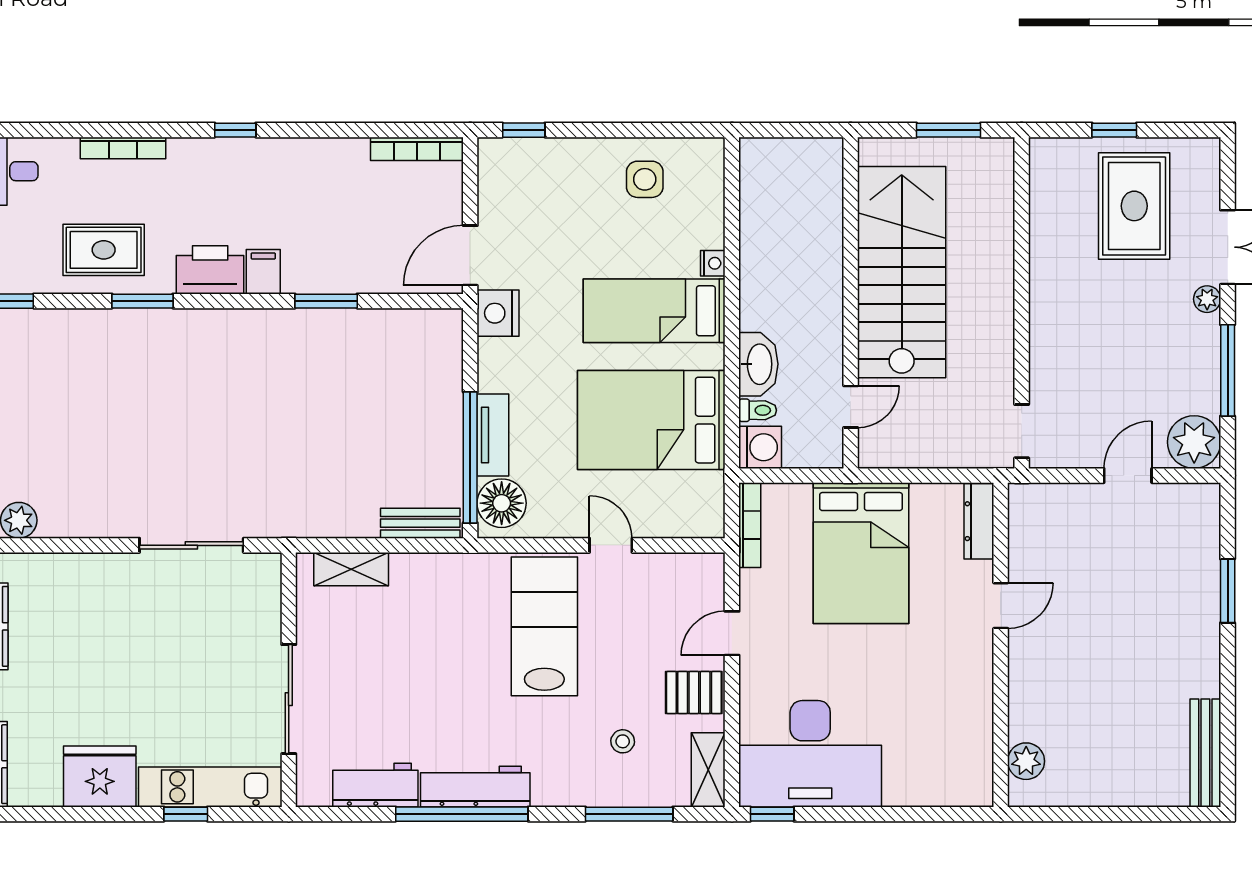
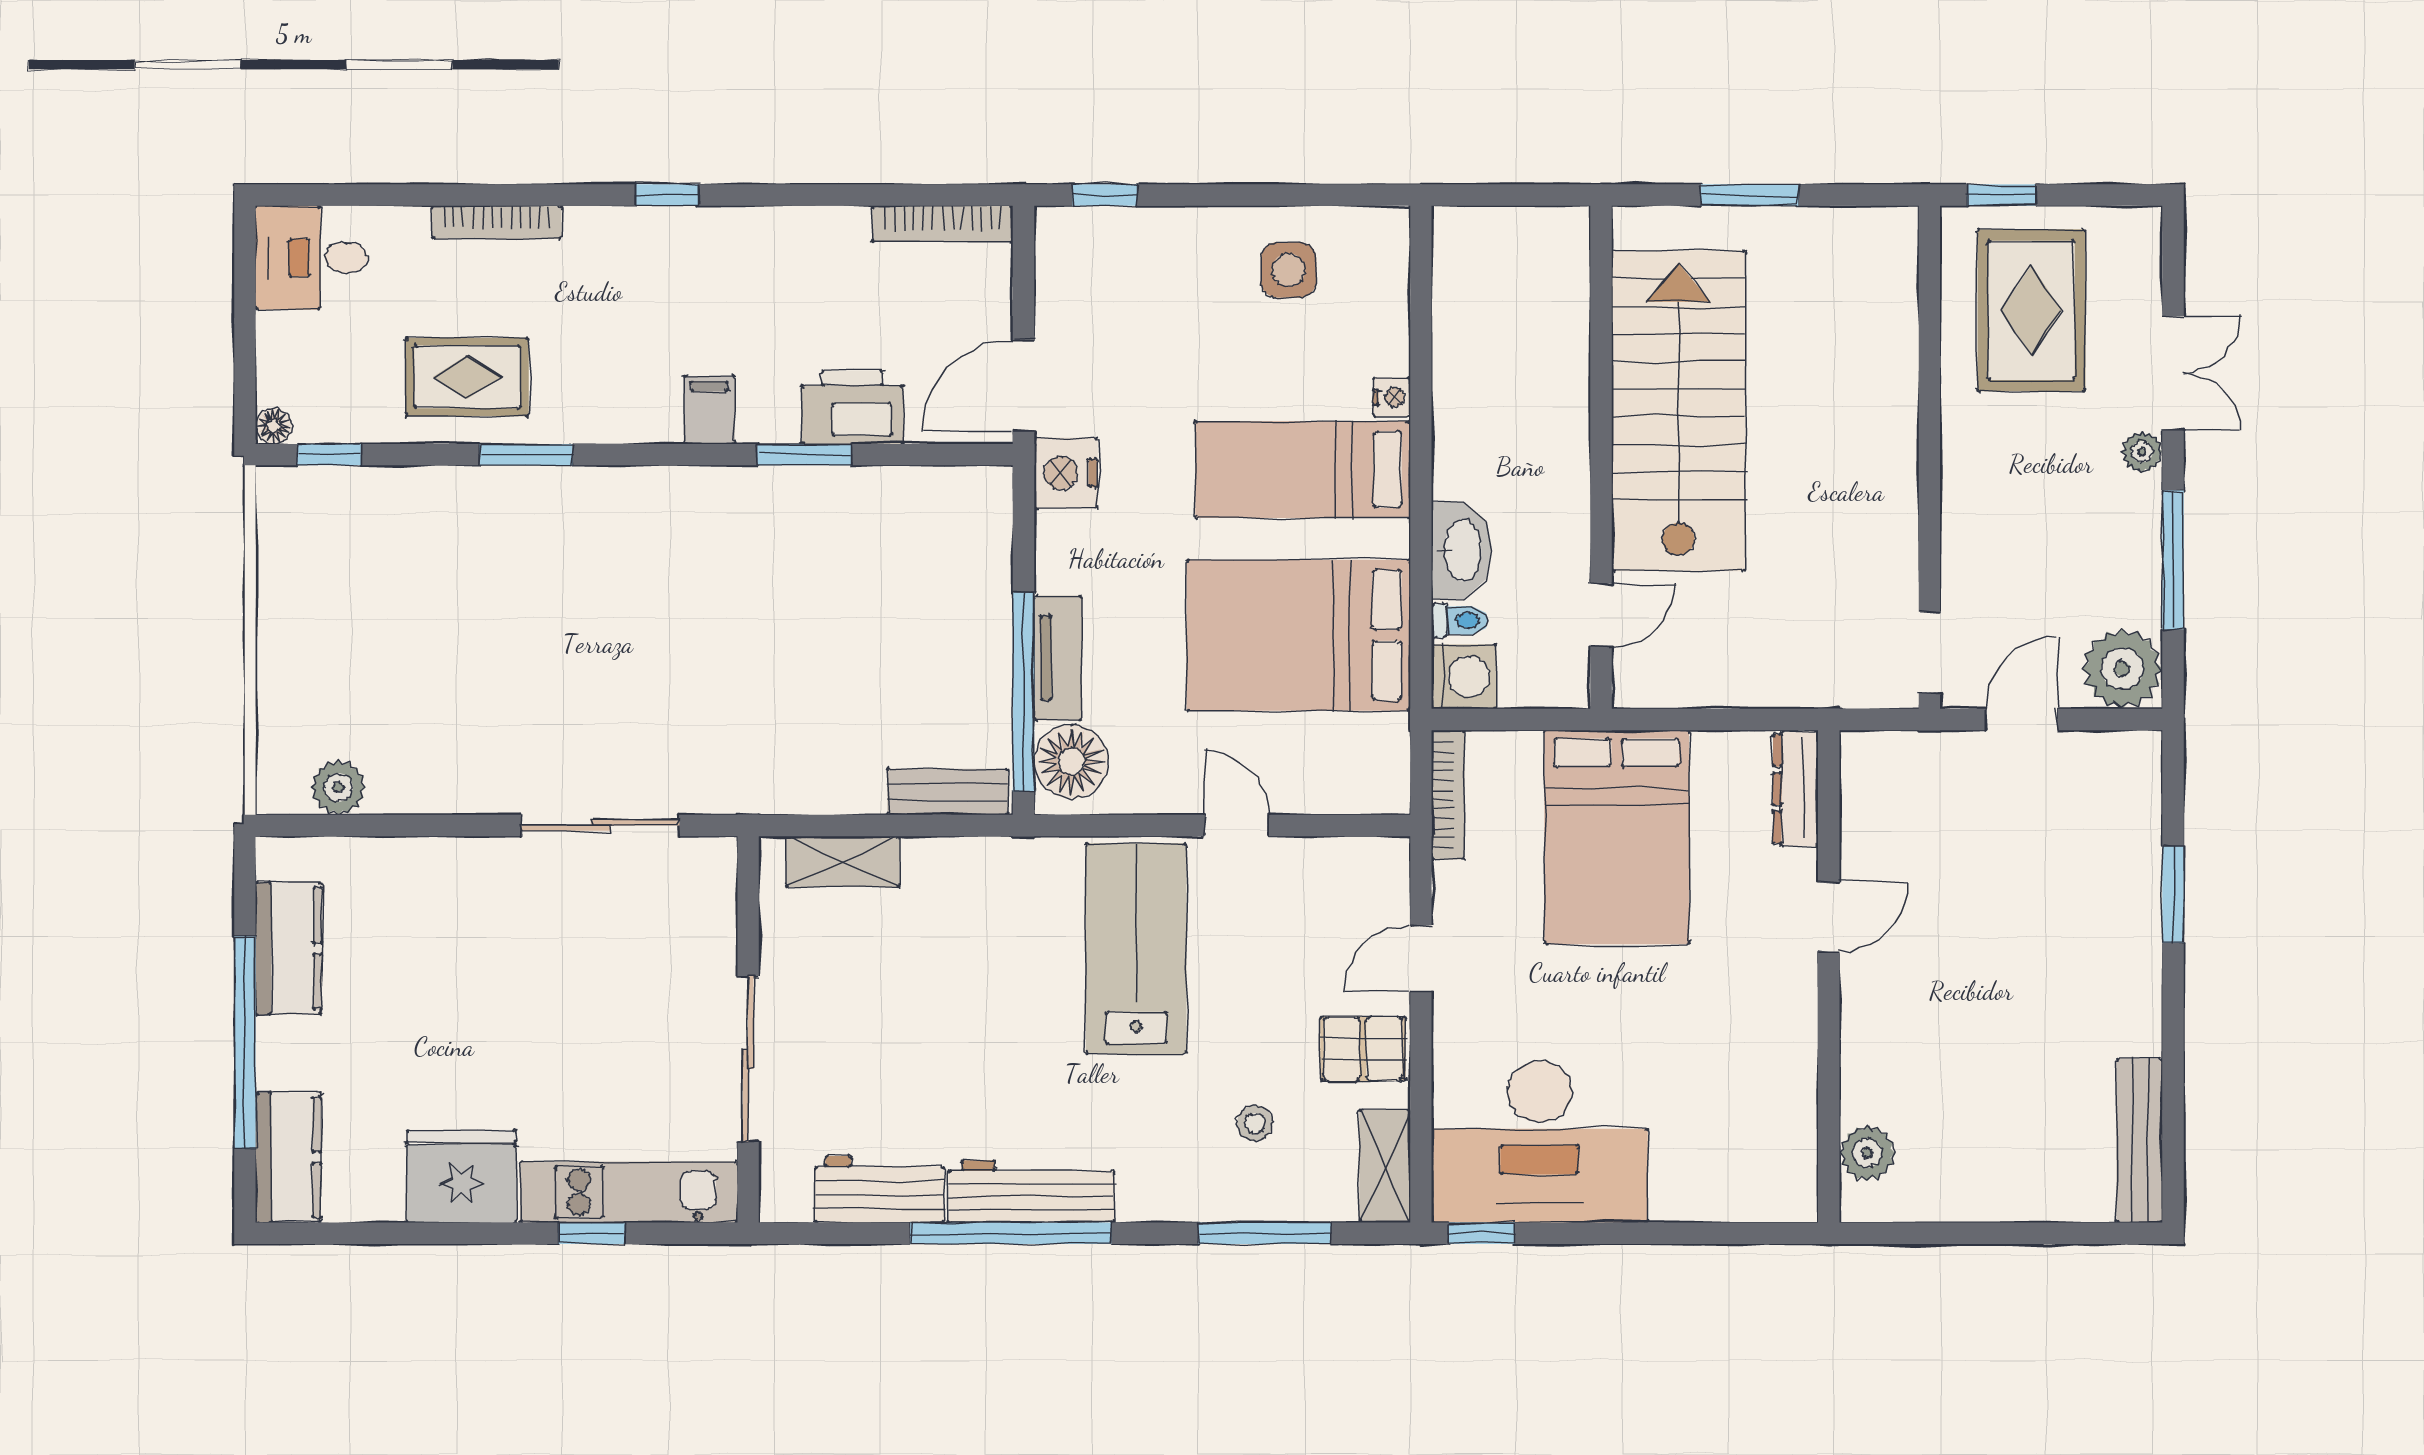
printer: (210, 270) -> (852, 407), moved
wall: (1022, 303) -> (1929, 457), moved
doorway: (1022, 431) -> (1929, 652), moved

